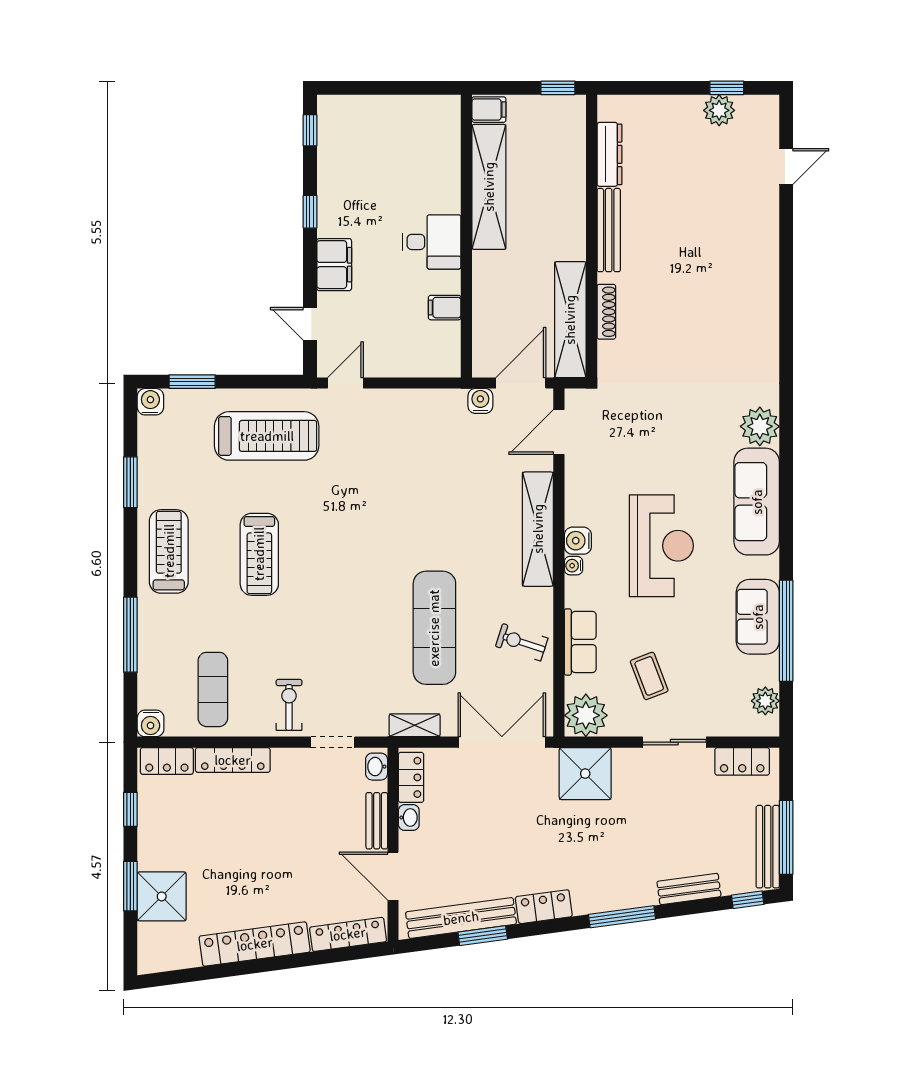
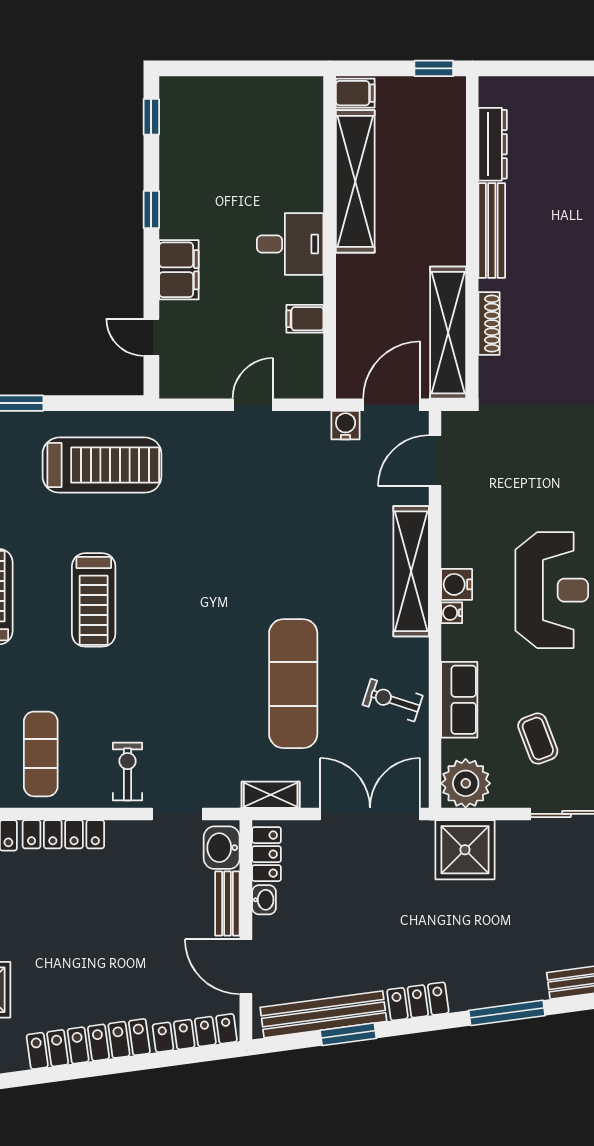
door: (345, 383) -> (253, 405), moved
washbasin: (377, 767) -> (222, 848), width x1.38, depth x1.45

